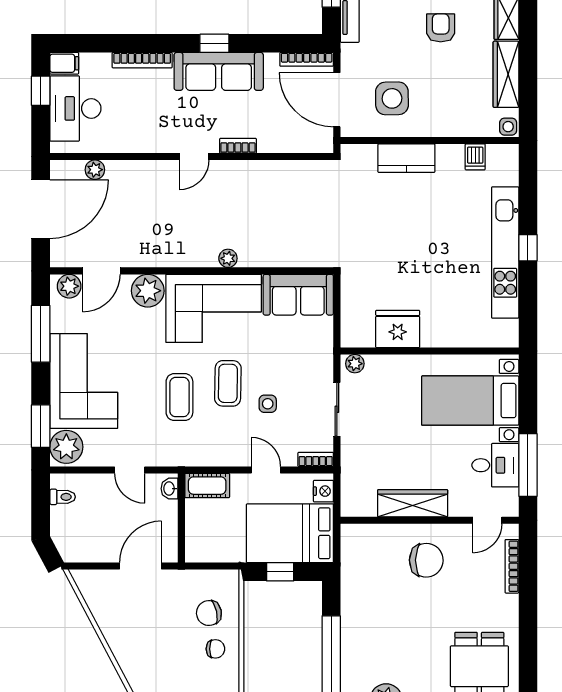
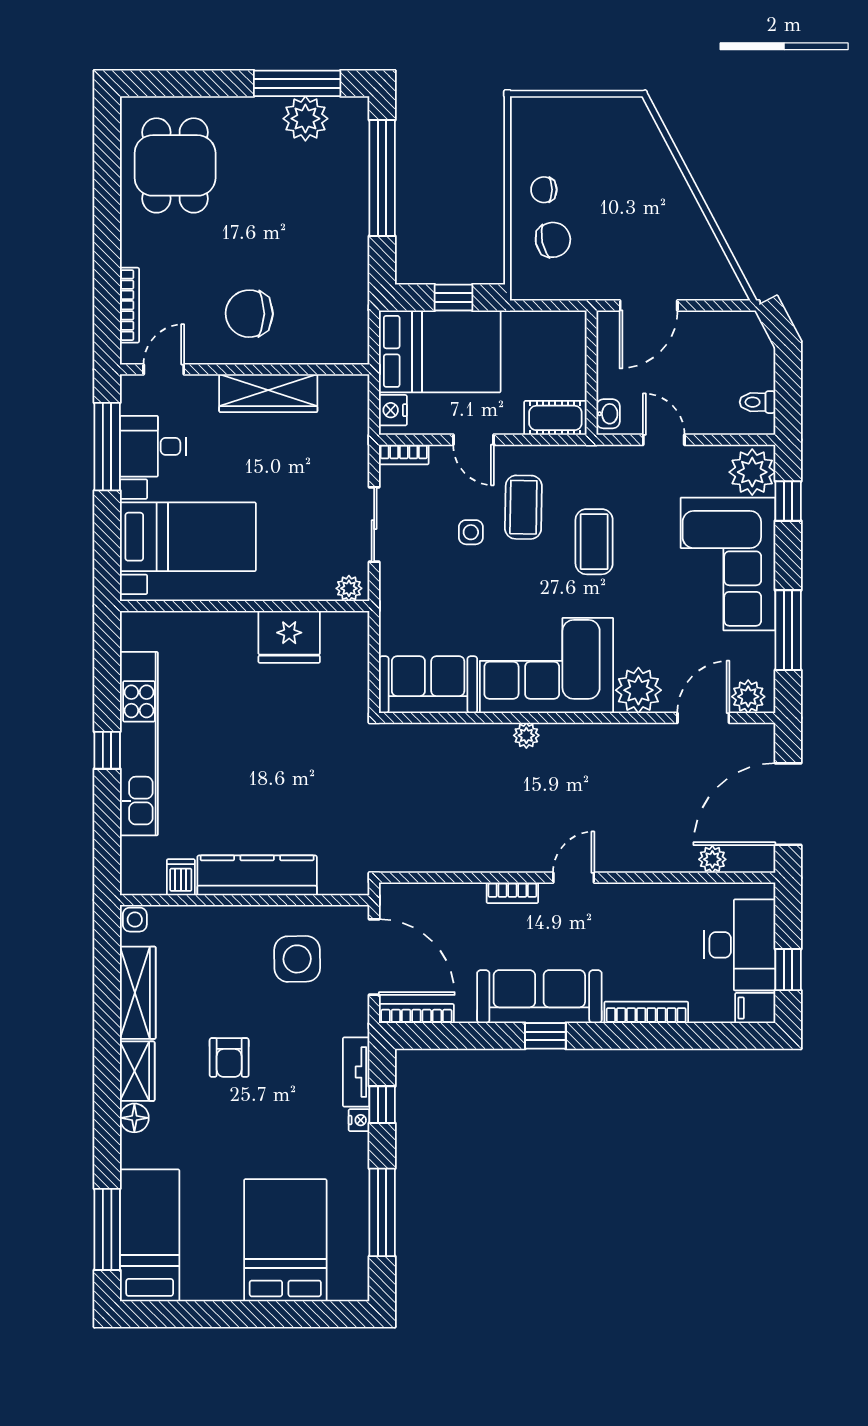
kitchen counter: (406, 158) -> (257, 875), width x1.50
coffee table: (228, 383) -> (523, 507), moved
window: (41, 426) -> (788, 501), width x0.67

